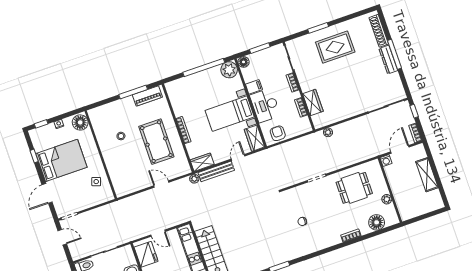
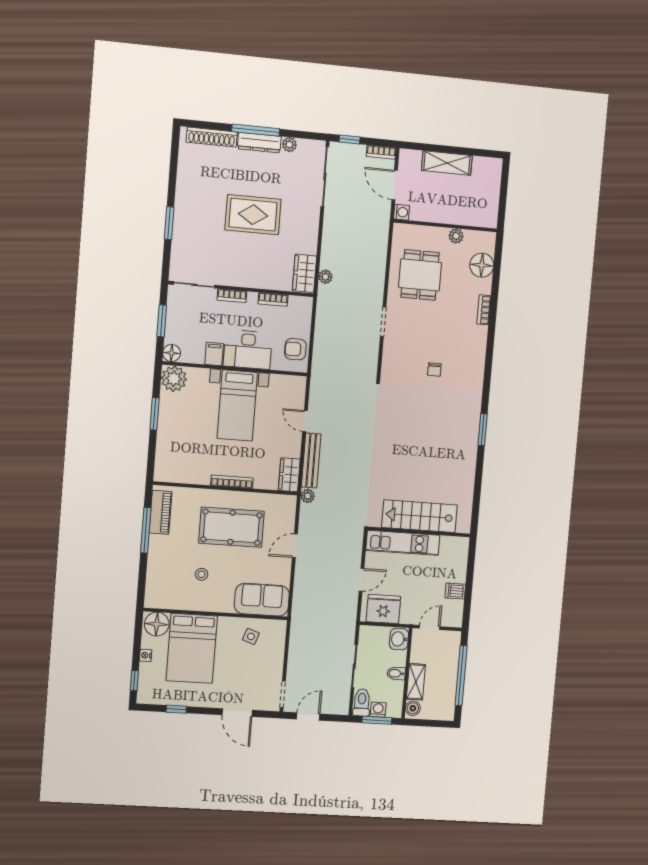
rug: (335, 47) -> (253, 215), moved, turned 90
window: (204, 68) -> (155, 414), width x0.47
plant: (395, 77) -> (289, 145), added
wardrobe: (313, 102) -> (305, 273), moved, turned -90
wardrobe: (254, 138) -> (288, 385), removed
bed: (61, 160) -> (192, 648), moved, turned 180
sofa: (121, 178) -> (262, 600), added

